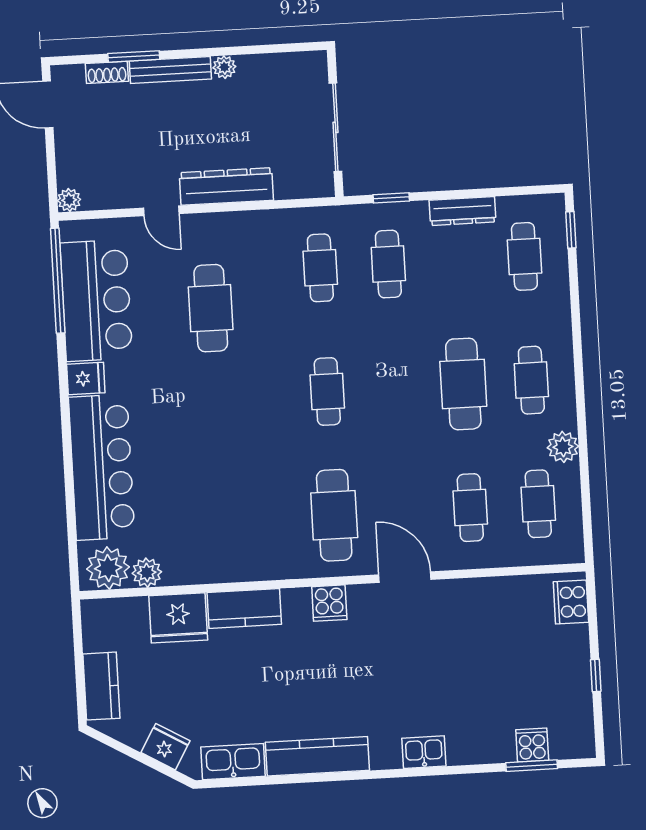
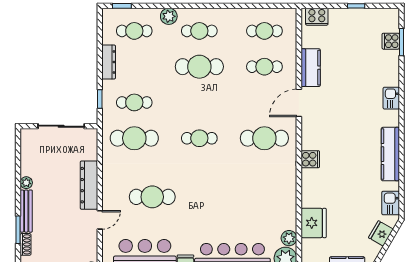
cafe table: (320, 268) -> (134, 138), width x1.37, depth x1.35
plant: (563, 447) -> (169, 16), moved
cooker: (329, 603) -> (310, 159), moved
kitchen counter: (244, 608) -> (311, 68), moved
kitchen sink: (233, 762) -> (391, 203), width x0.73

